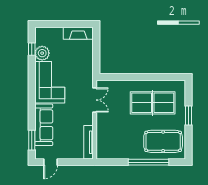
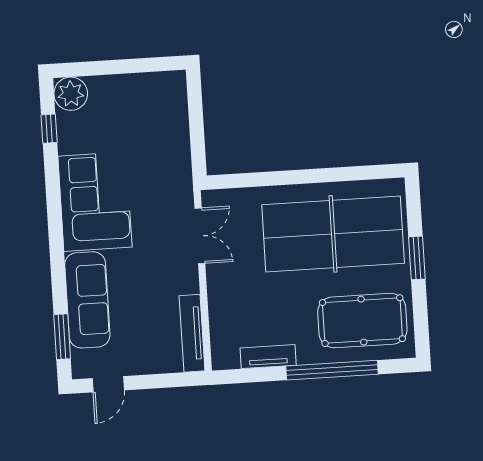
fireplace: (78, 33) -> (153, 86), removed
plant: (42, 53) -> (71, 94), moved
table tennis table: (153, 103) -> (333, 234), width x1.36, depth x1.32
tv unit: (121, 154) -> (268, 357), added

